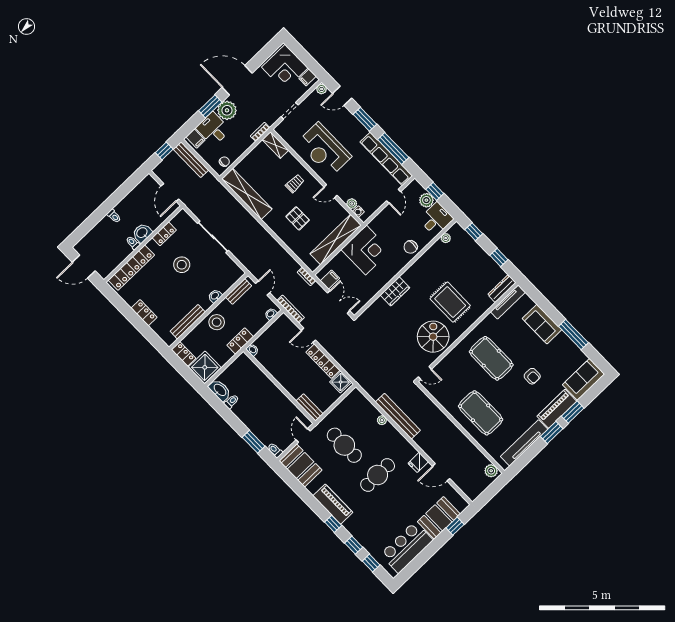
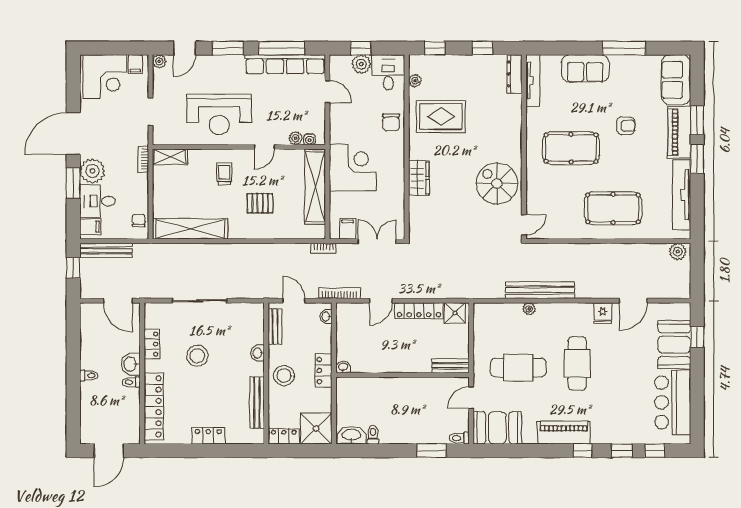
rug: (450, 302) -> (441, 117), moved
door: (303, 435) -> (471, 398), hinge flipped

